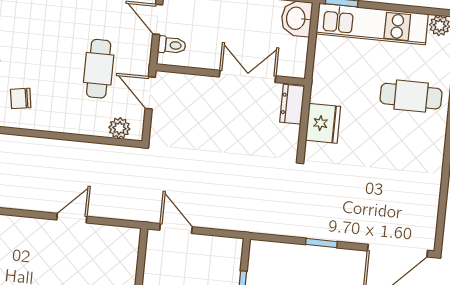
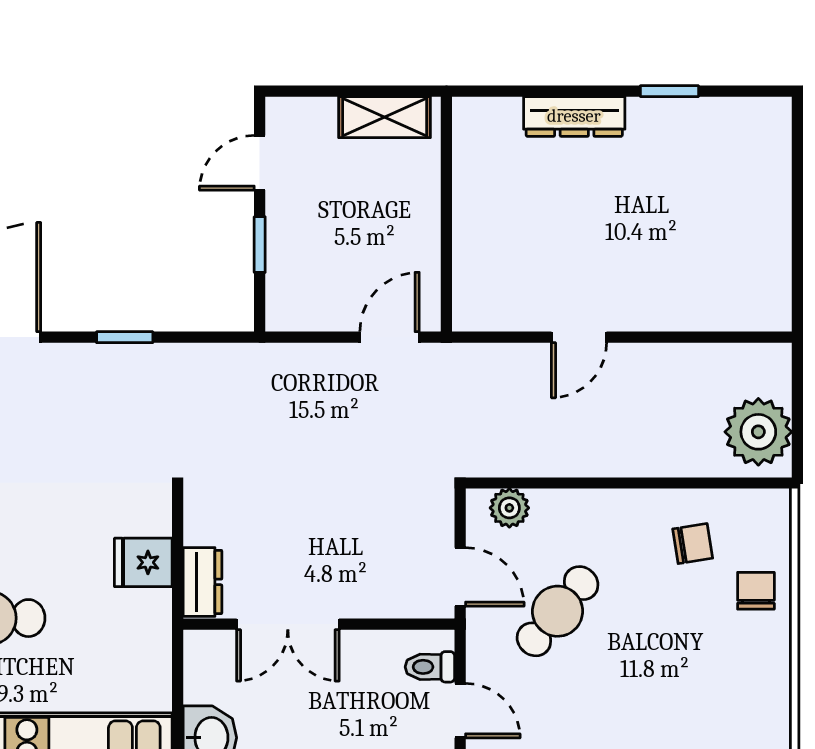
cafe table: (99, 69) -> (558, 611), turned 40
fridge: (323, 123) -> (143, 562), width x0.72
door: (176, 228) -> (390, 337), swing flipped

